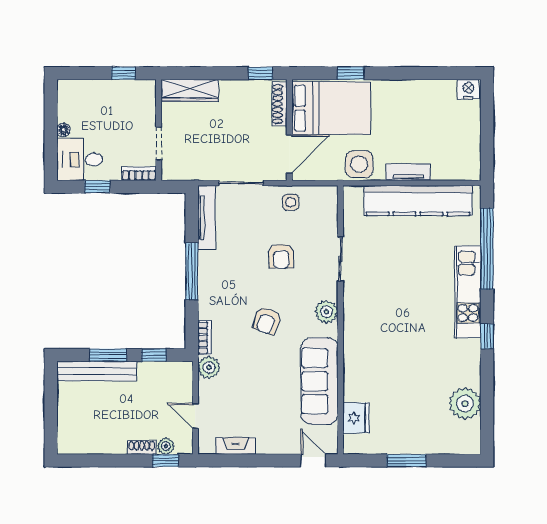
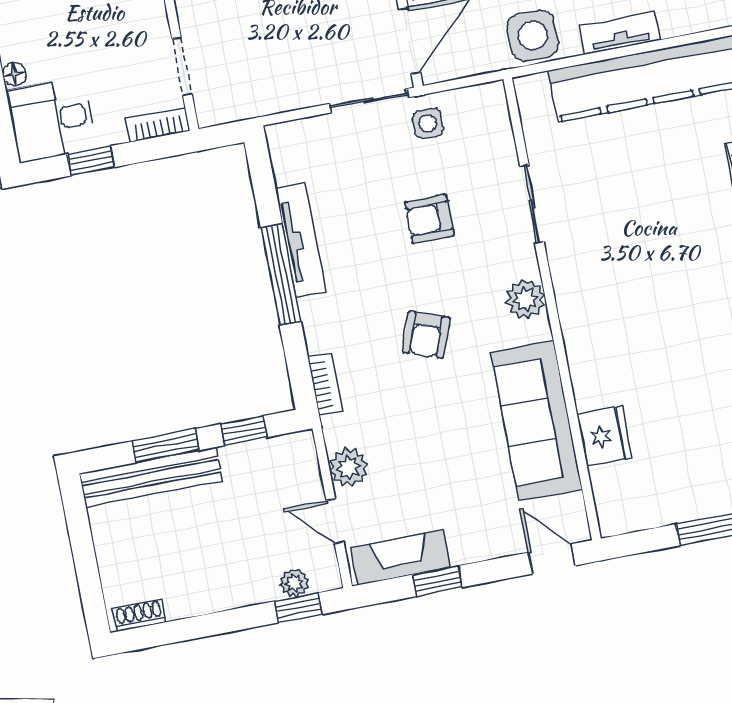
sliding door: (241, 183) -> (369, 101), moved
tv unit: (207, 218) -> (301, 240), moved
armchair: (281, 256) -> (429, 219), turned 90
plant: (209, 367) -> (349, 467), moved
fridge: (356, 418) -> (604, 436), moved
fireplace: (236, 446) -> (401, 557), width x1.37, depth x1.32
shoe rack: (142, 447) -> (139, 615), moved
window: (247, 460) -> (437, 581), added

